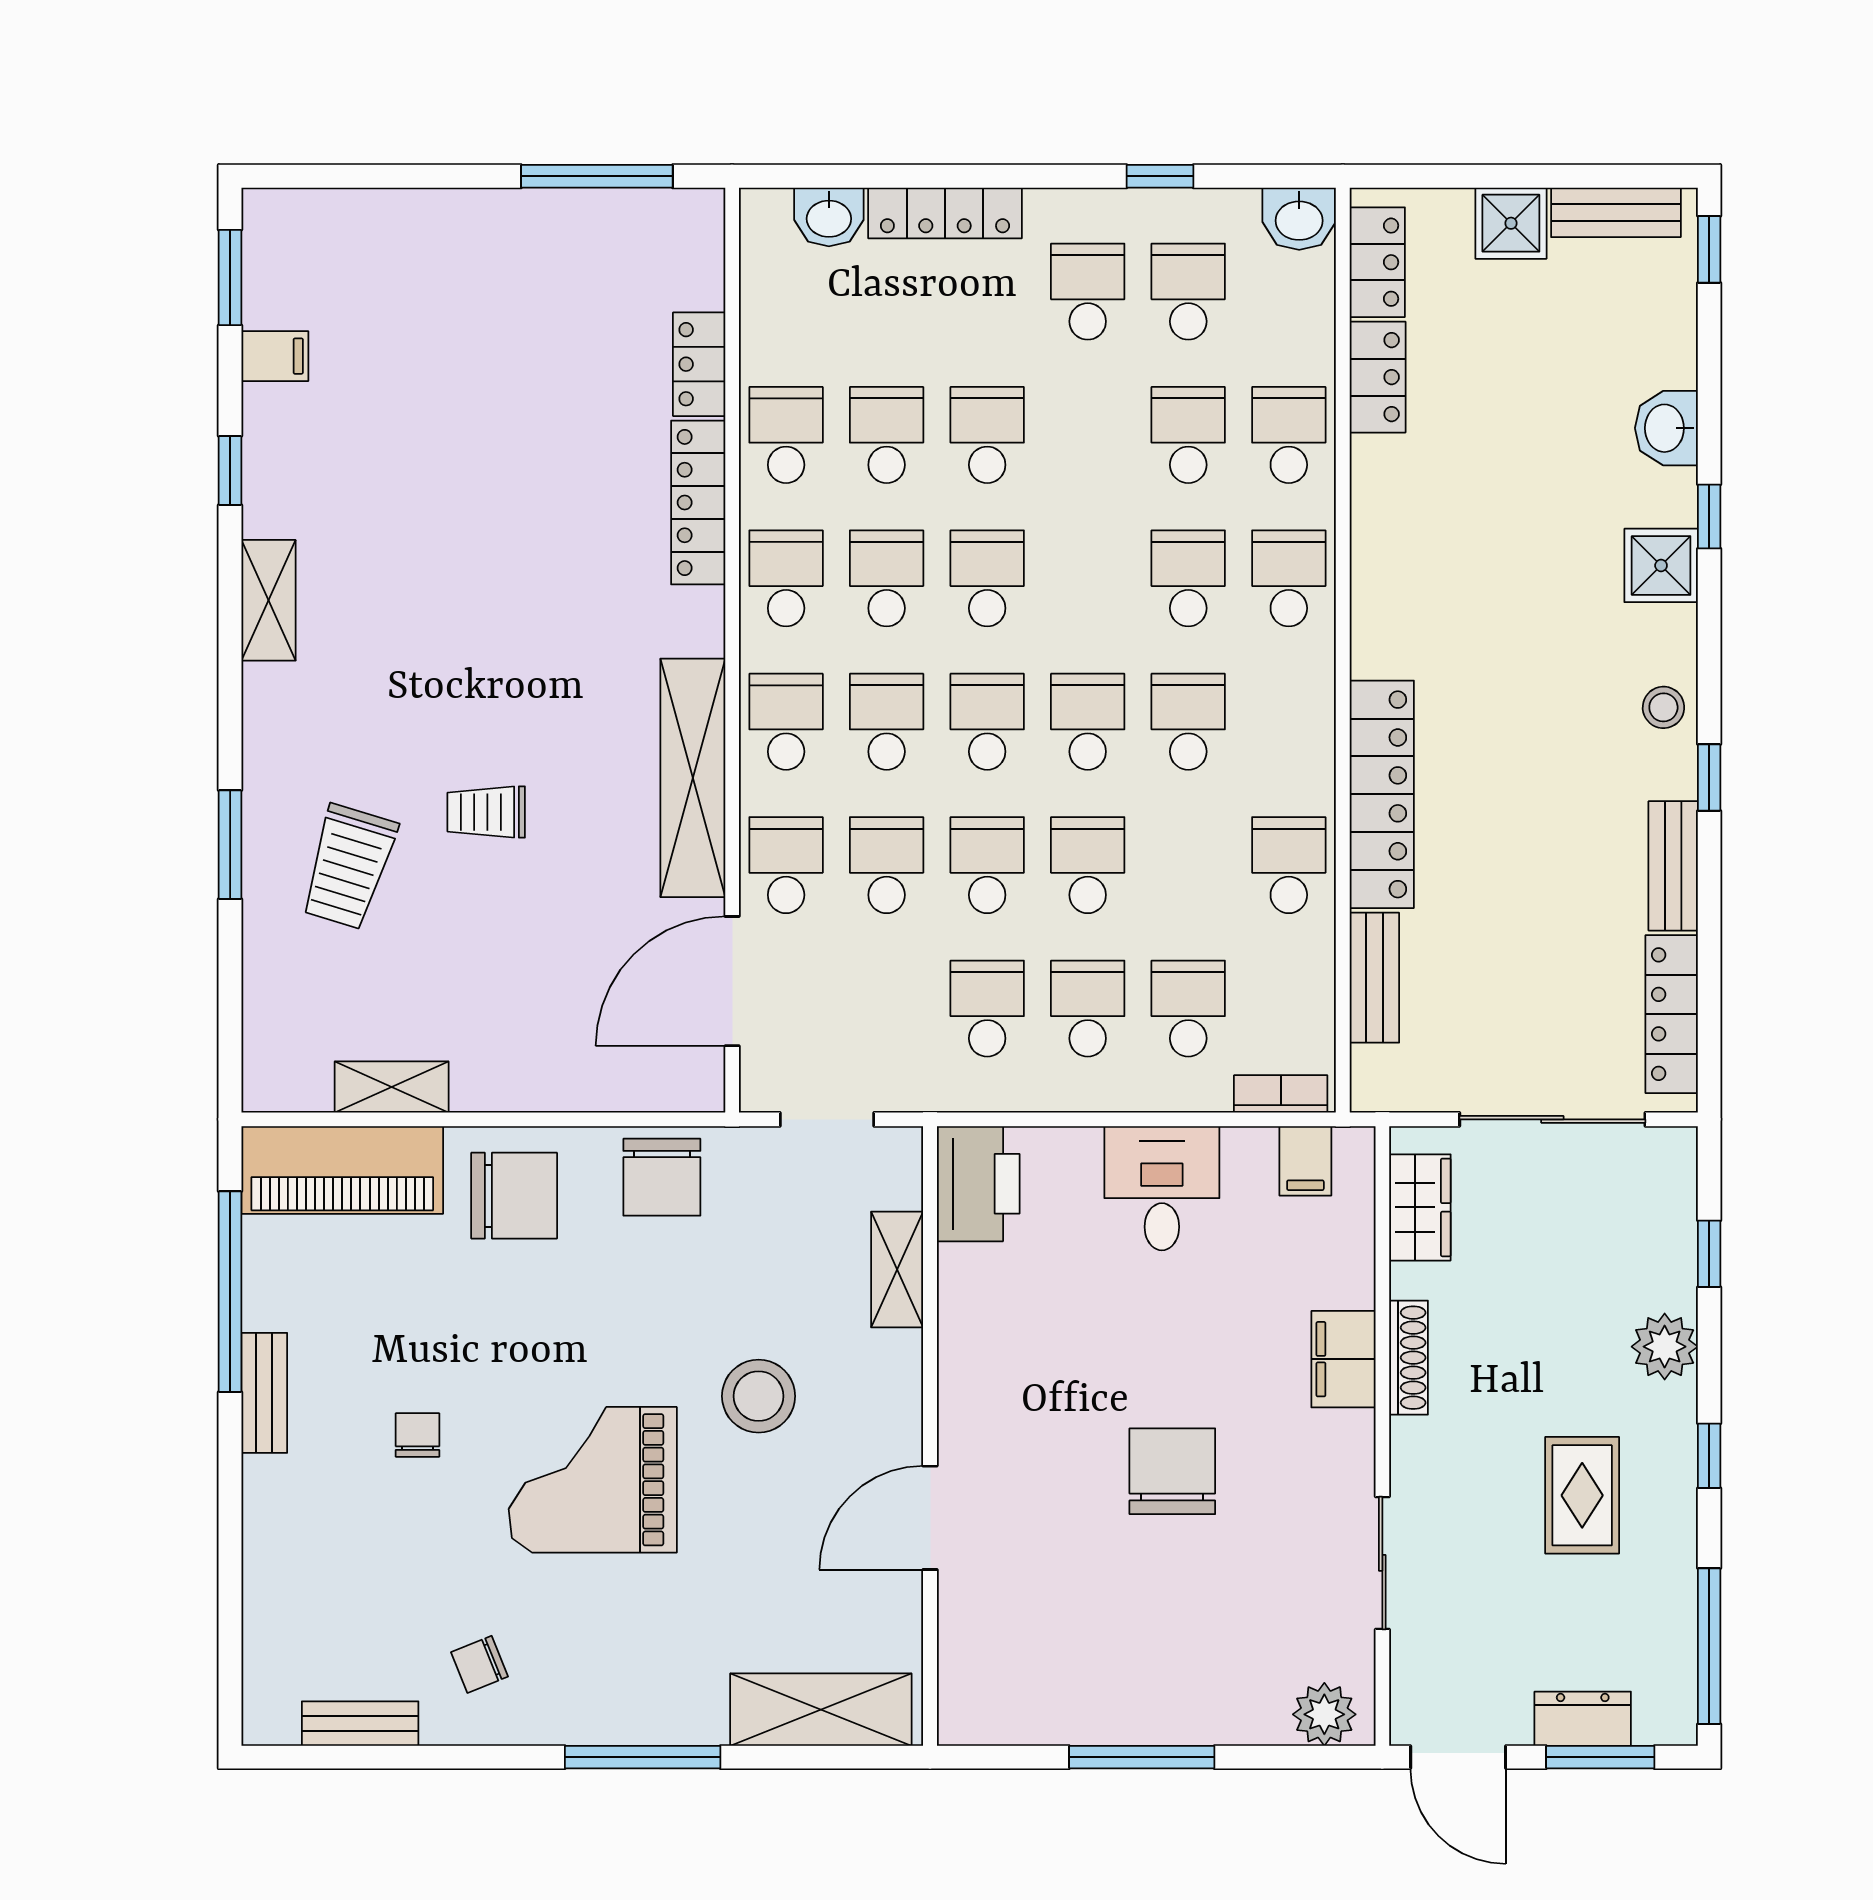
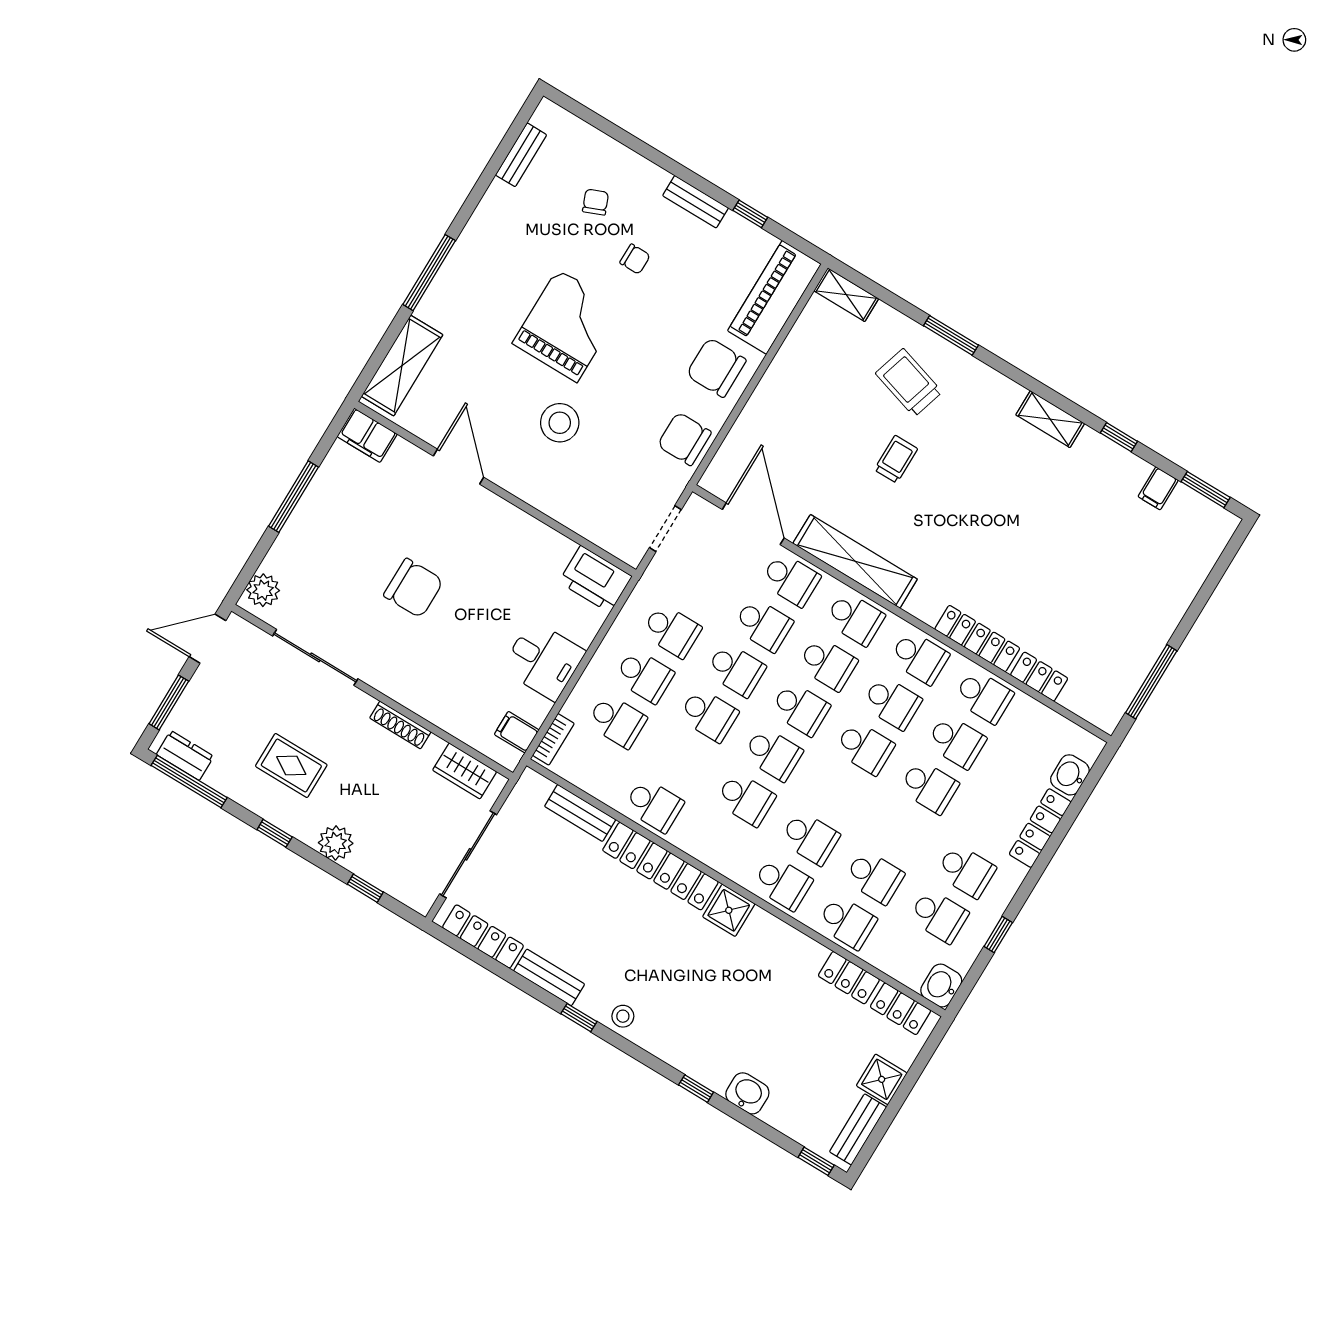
shower: (1661, 565) -> (729, 910), moved
shelving: (392, 1087) -> (846, 295), moved, turned 90
chair: (514, 1196) -> (716, 367), turned 90
shelving: (897, 1269) -> (579, 519), removed
window: (230, 1292) -> (750, 214), width x0.32
filing cabinet: (1343, 1359) -> (367, 435), moved, turned 180
sliding door: (1382, 1563) -> (315, 657), width x1.37
chair: (480, 1664) -> (596, 202), moved
dresser: (1583, 1719) -> (185, 755), moved, turned -90

